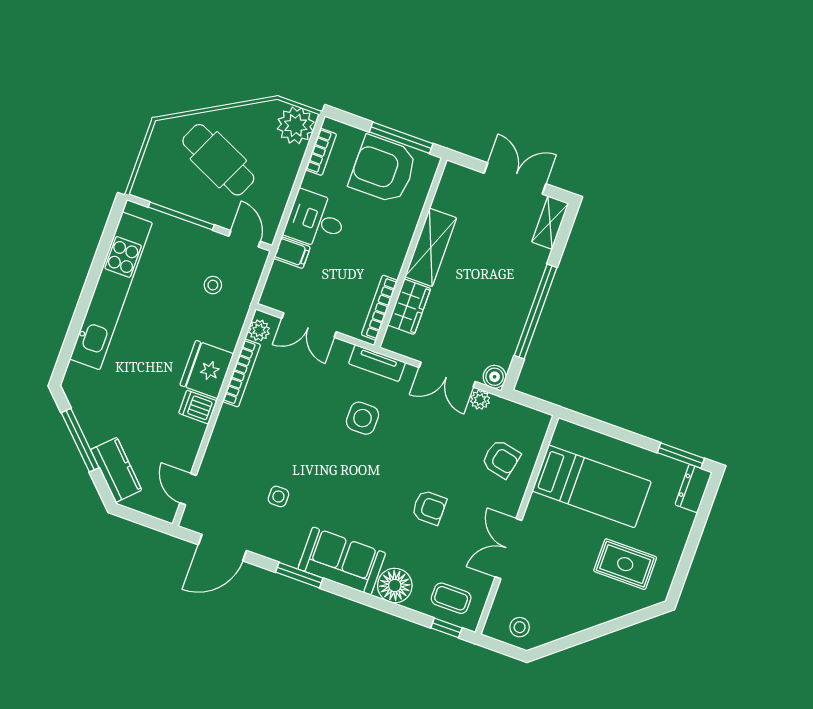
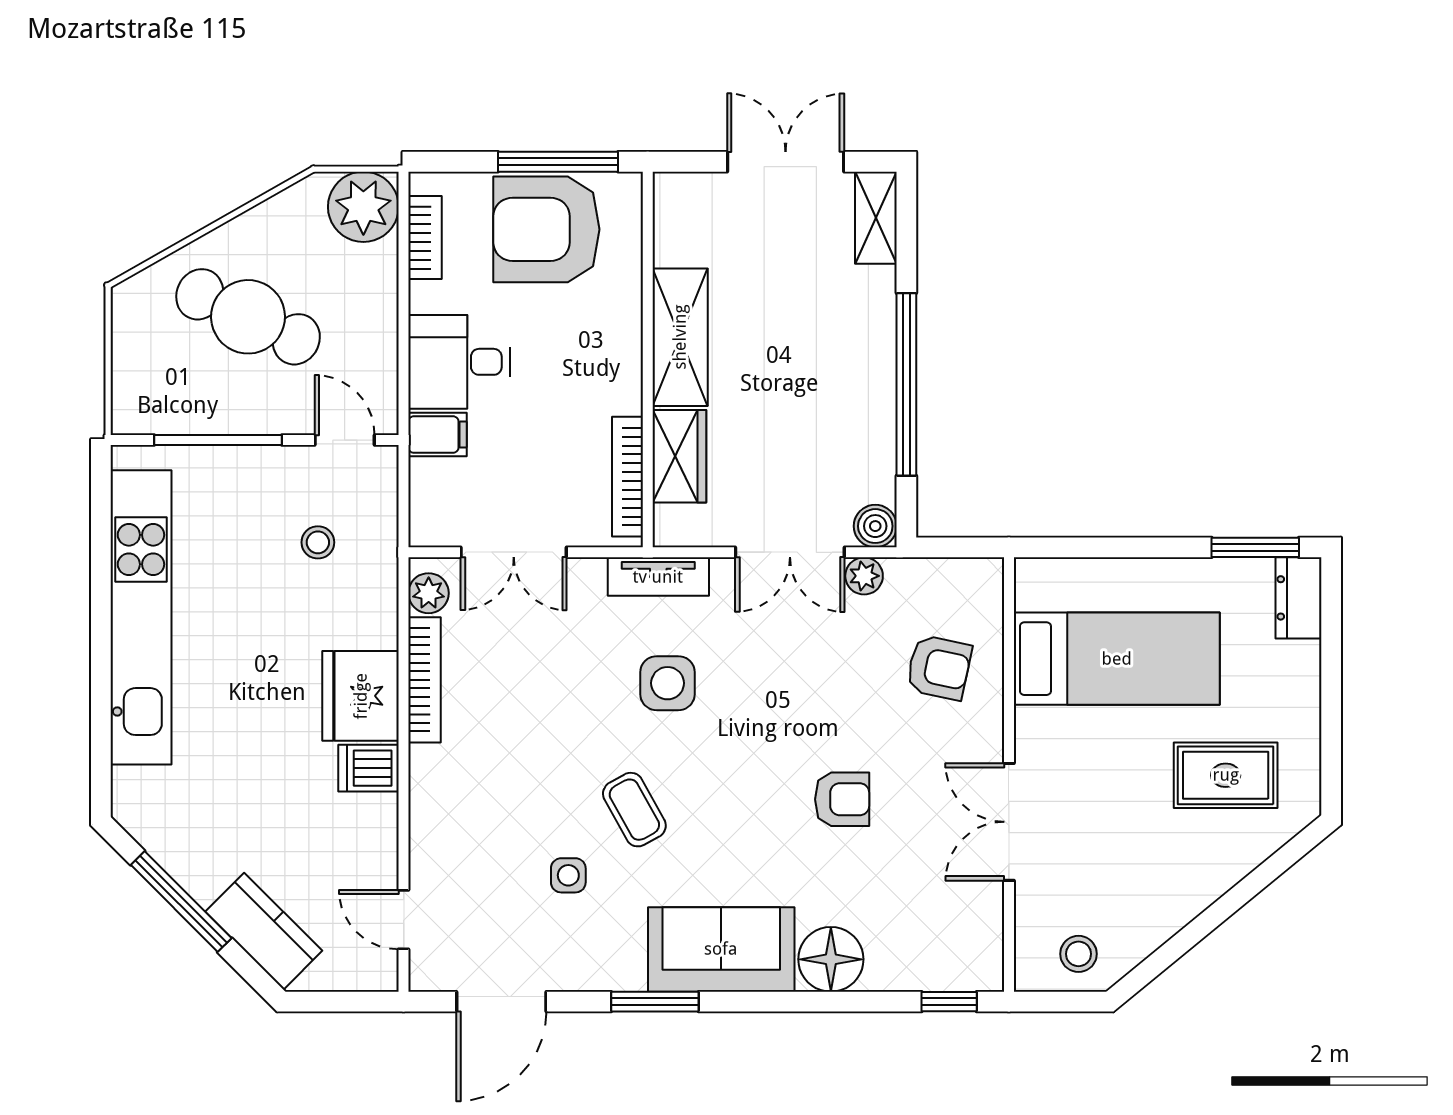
coffee table: (451, 598) -> (634, 810), moved, turned 61

